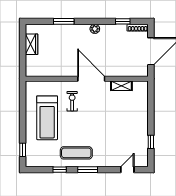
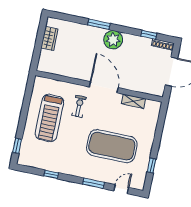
window: (64, 21) -> (99, 24), moved
plant: (95, 29) -> (113, 40), width x1.87, depth x1.87
exercise mat: (76, 153) -> (112, 146), moved, width x2.00, depth x1.45
window: (88, 170) -> (93, 183), moved

